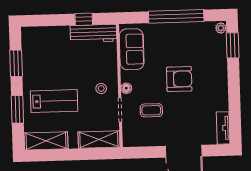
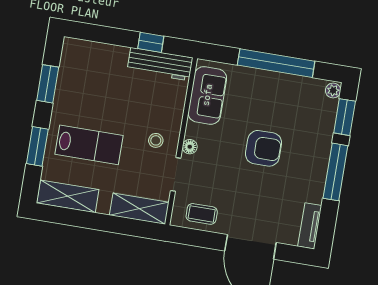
window: (234, 86) -> (335, 172), added
coffee table: (151, 110) -> (202, 214), moved

